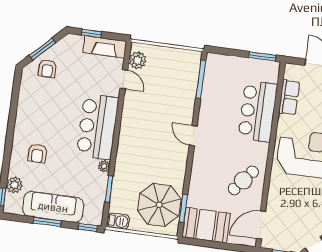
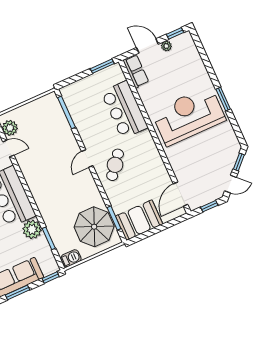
row of seats: (289, 97) -> (136, 71), moved
door: (193, 136) -> (87, 159), hinge flipped
plant: (104, 166) -> (32, 229), width x1.88, depth x1.88
cafe table: (243, 180) -> (115, 165), moved

